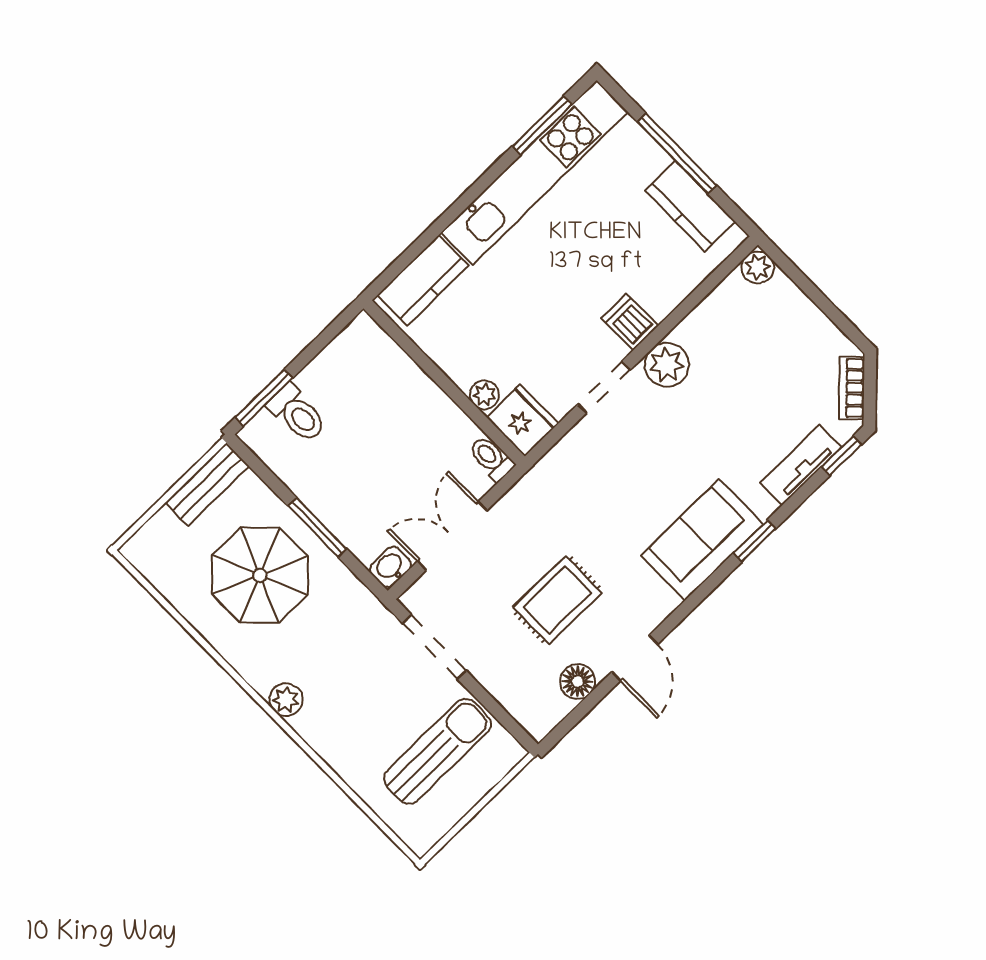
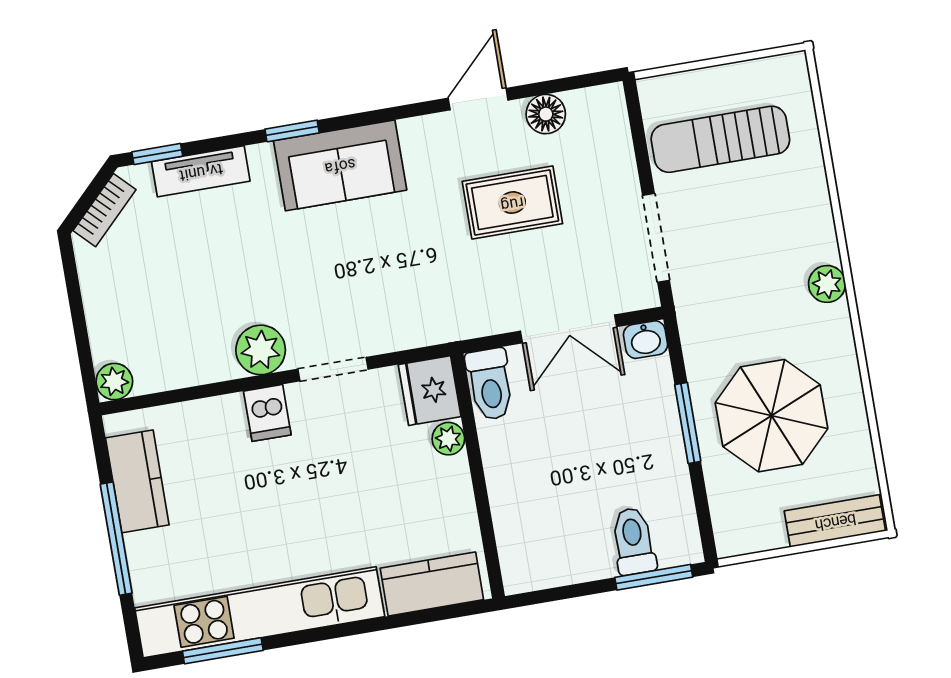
toilet: (491, 458) -> (490, 384), width x1.37, depth x1.39
bench: (207, 484) -> (835, 521), moved

